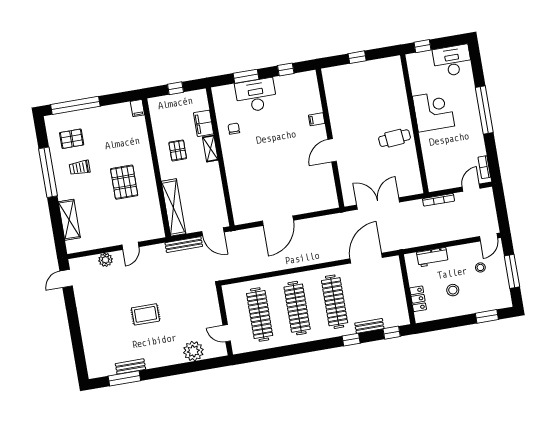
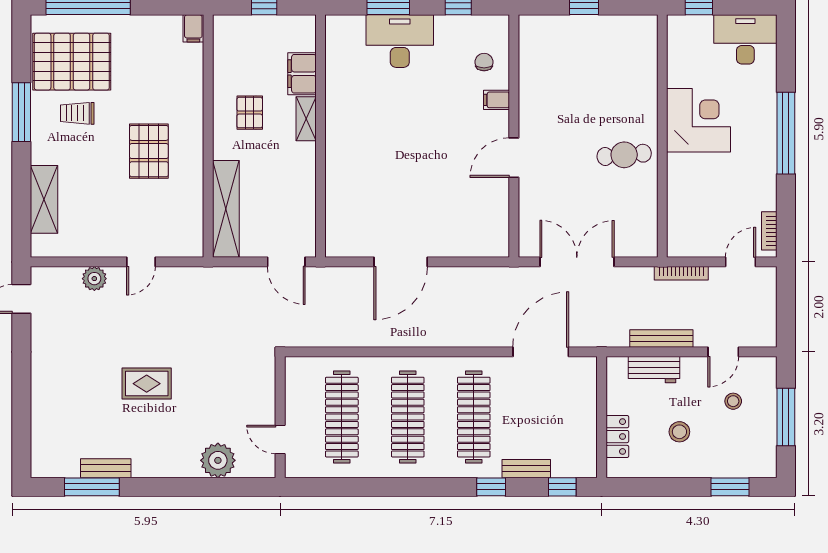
chair: (234, 129) -> (484, 62), moved
pallet: (72, 139) -> (72, 62), width x2.05, depth x2.00
window: (48, 172) -> (21, 112), width x0.68
door: (489, 237) -> (723, 352), moved
bench: (184, 245) -> (661, 339), moved

